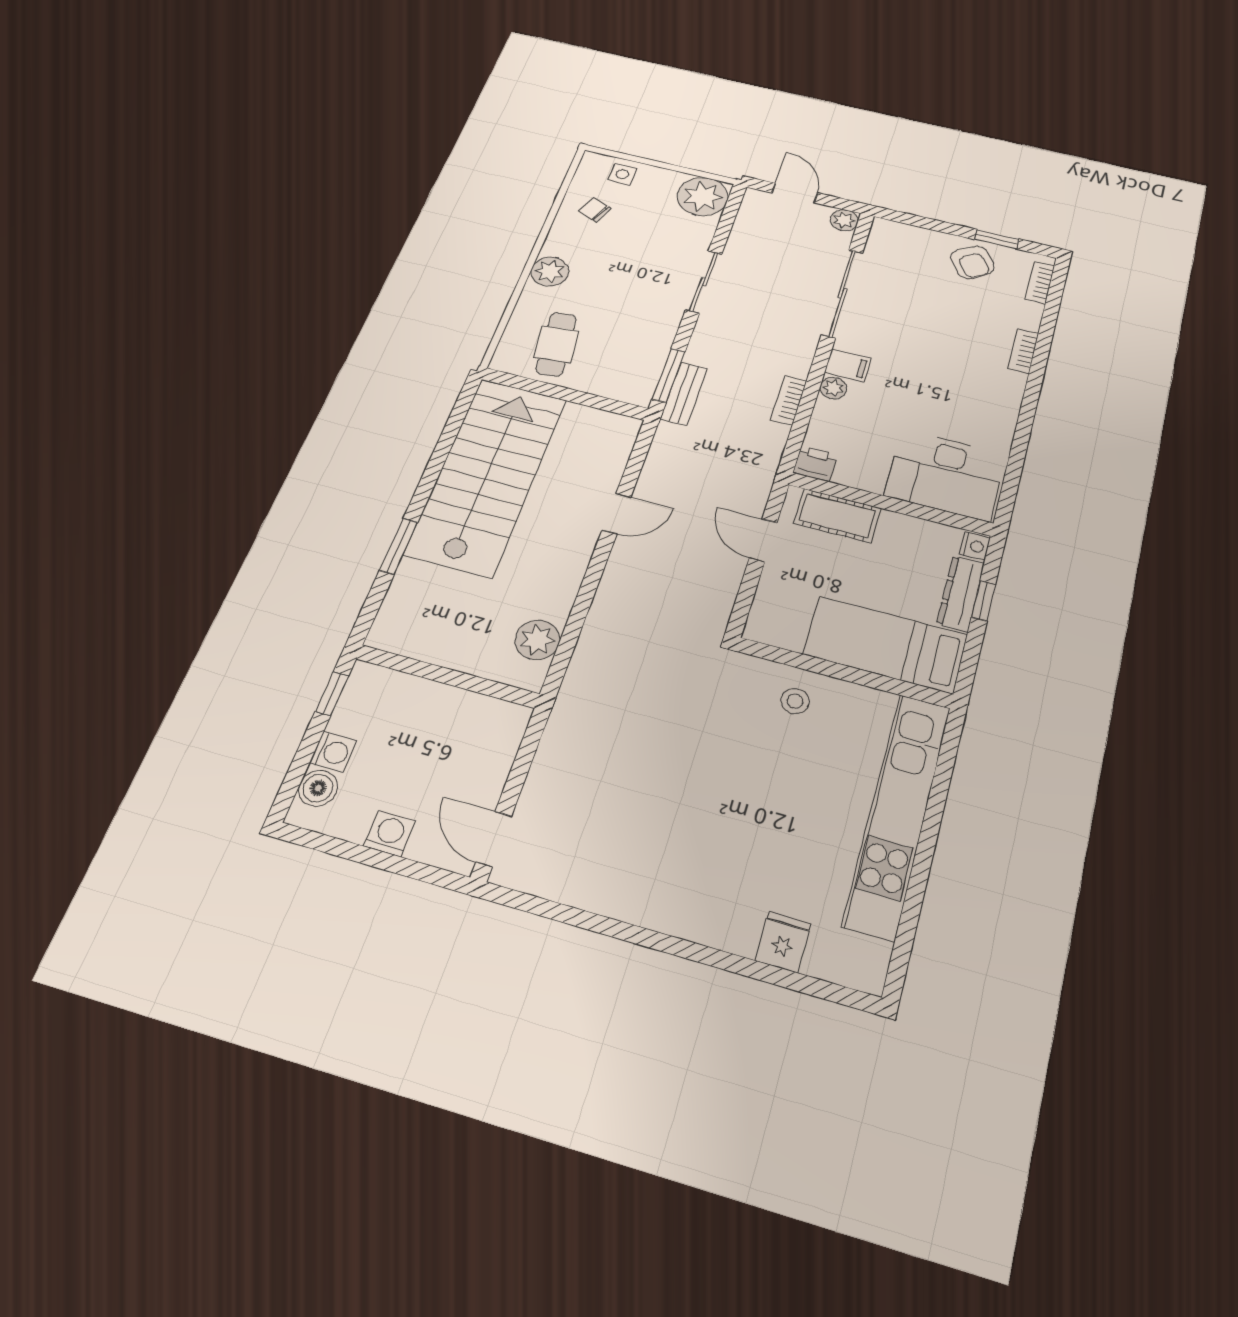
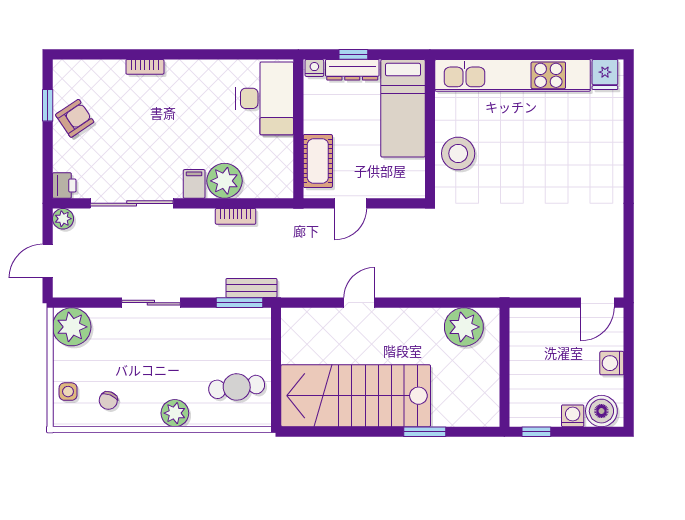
bookcase: (1040, 283) -> (79, 67), removed
plant: (833, 388) -> (225, 181), width x1.88, depth x1.88
printer: (815, 464) -> (64, 186), moved, turned 180
door: (616, 514) -> (359, 303), hinge flipped
plant: (537, 640) -> (464, 327), width x1.36, depth x1.36
stool: (795, 701) -> (458, 153), width x1.89, depth x1.89
boiler: (318, 788) -> (601, 411), width x1.36, depth x1.36
fridge: (783, 942) -> (605, 75), moved, turned -90

